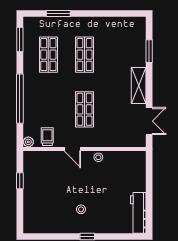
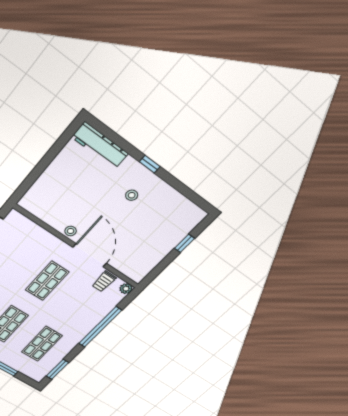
door: (72, 149) -> (90, 255), width x1.88
window: (20, 181) -> (184, 243), moved
workbench: (138, 213) -> (100, 146), moved, turned 90

